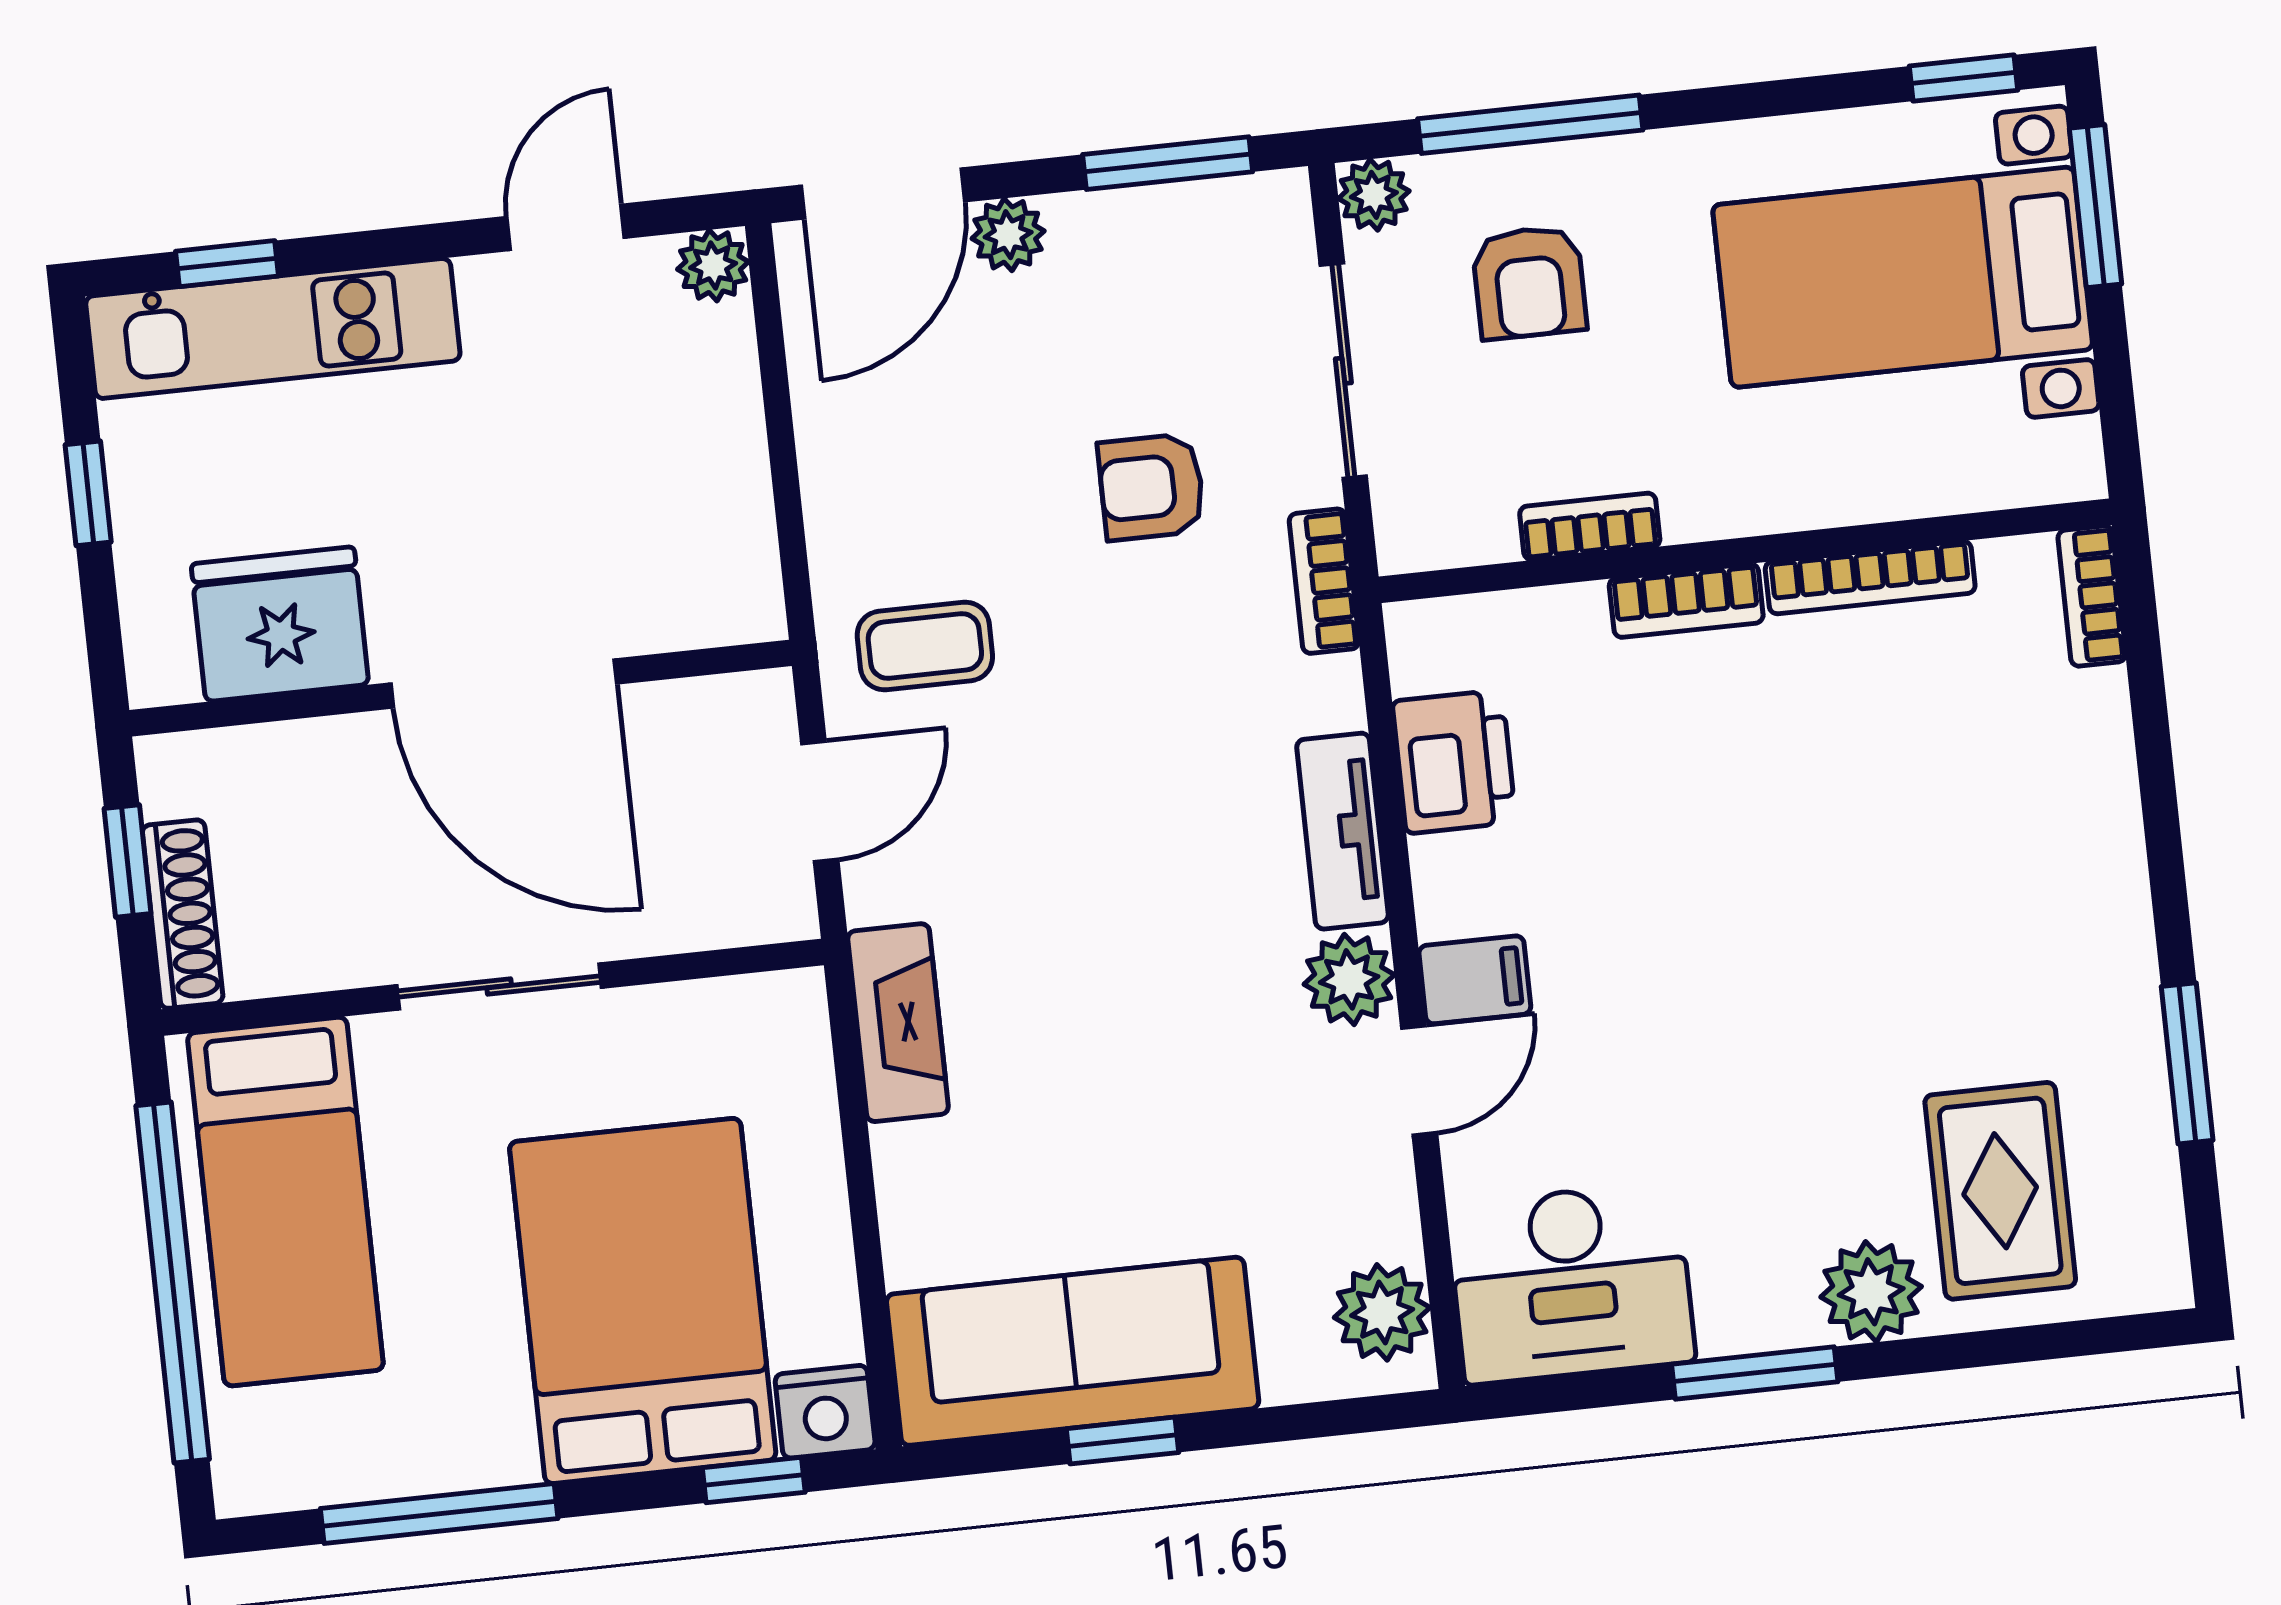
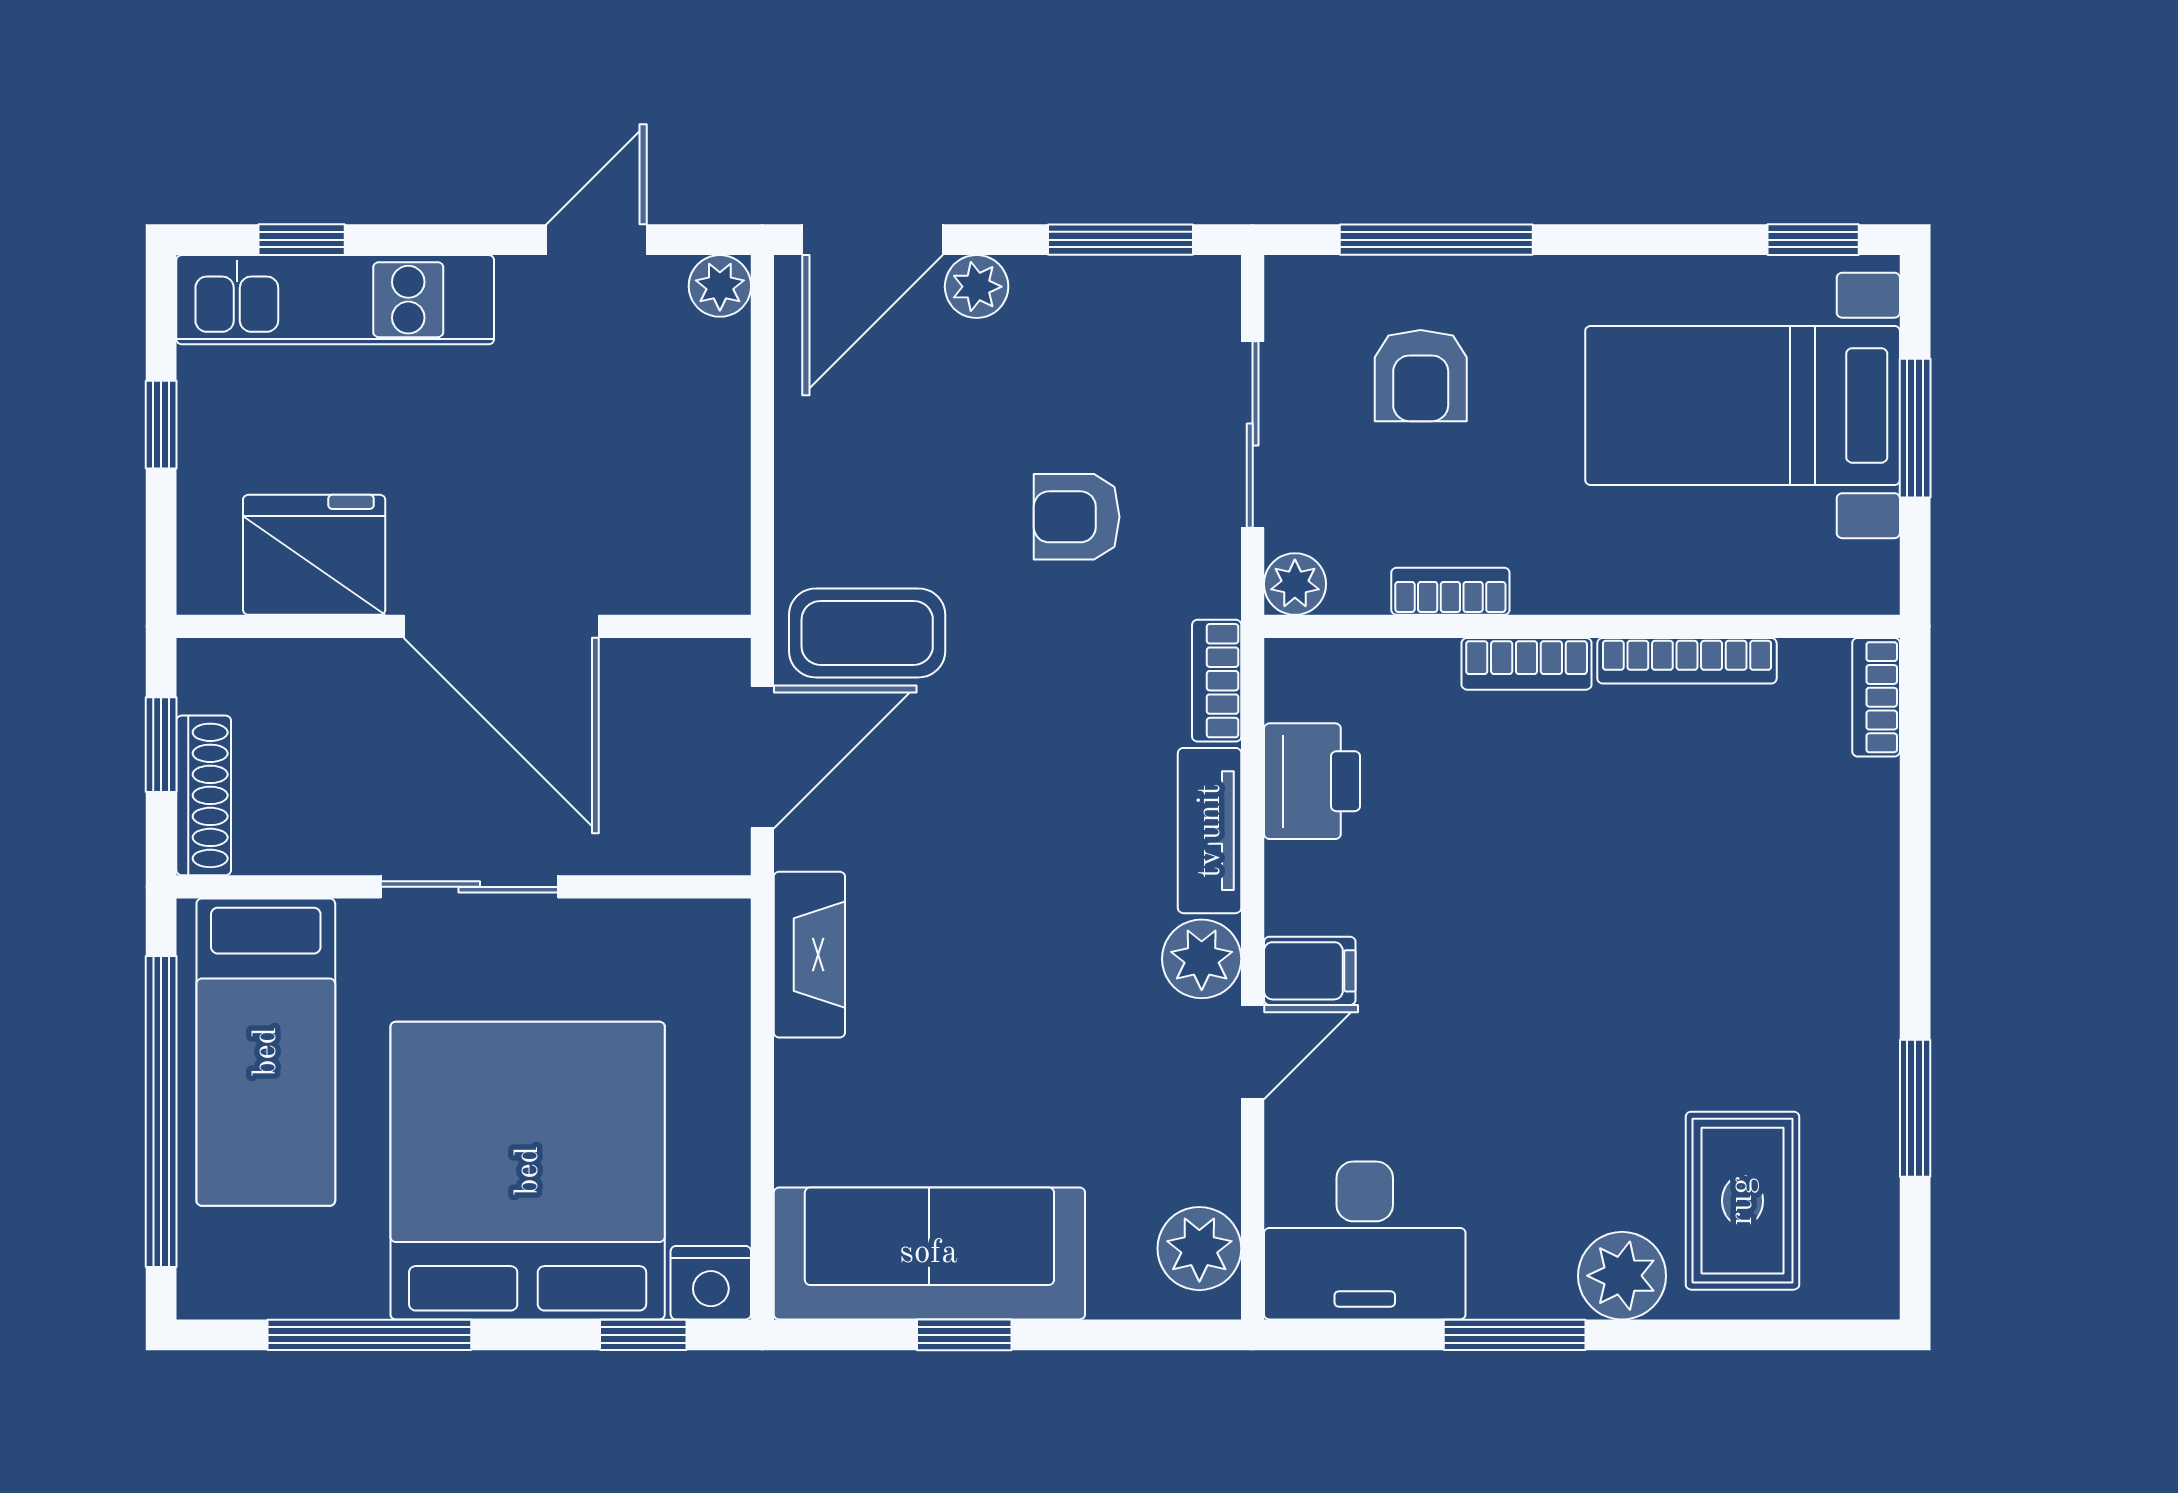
plant: (1374, 195) -> (1295, 584), moved
window: (2096, 206) -> (1915, 428), moved
bookcase: (1324, 581) -> (1217, 681), moved
coffee table: (925, 646) -> (867, 633), width x1.36, depth x1.30
door: (820, 801) -> (762, 757), width x1.38
bed: (643, 1301) -> (528, 1171), width x1.36

